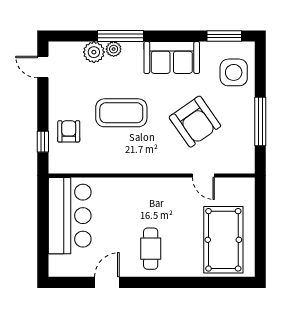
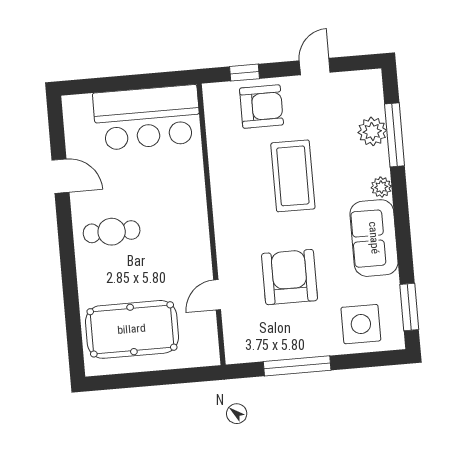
window: (121, 36) -> (395, 135), moved
plant: (114, 49) -> (381, 187), moved
door: (43, 67) -> (315, 67), moved
armchair: (195, 122) -> (290, 277), turned 125
armchair: (69, 131) -> (261, 107), width x1.38, depth x1.38

